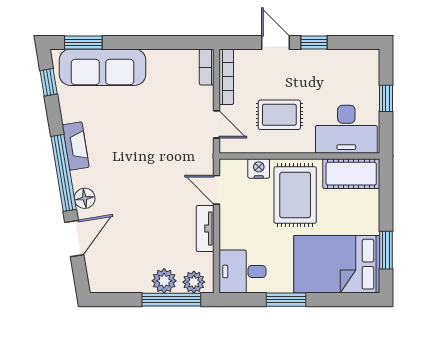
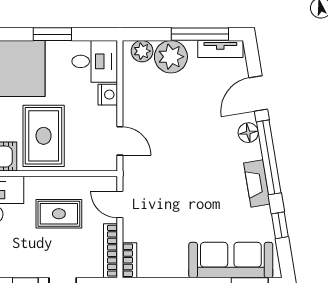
window: (49, 82) -> (280, 225), moved
nightstand: (259, 168) -> (108, 95), moved, turned -90
tv unit: (205, 229) -> (220, 49), moved, turned 90
plant: (164, 281) -> (171, 57), width x1.36, depth x1.36
window: (171, 300) -> (200, 34), moved

